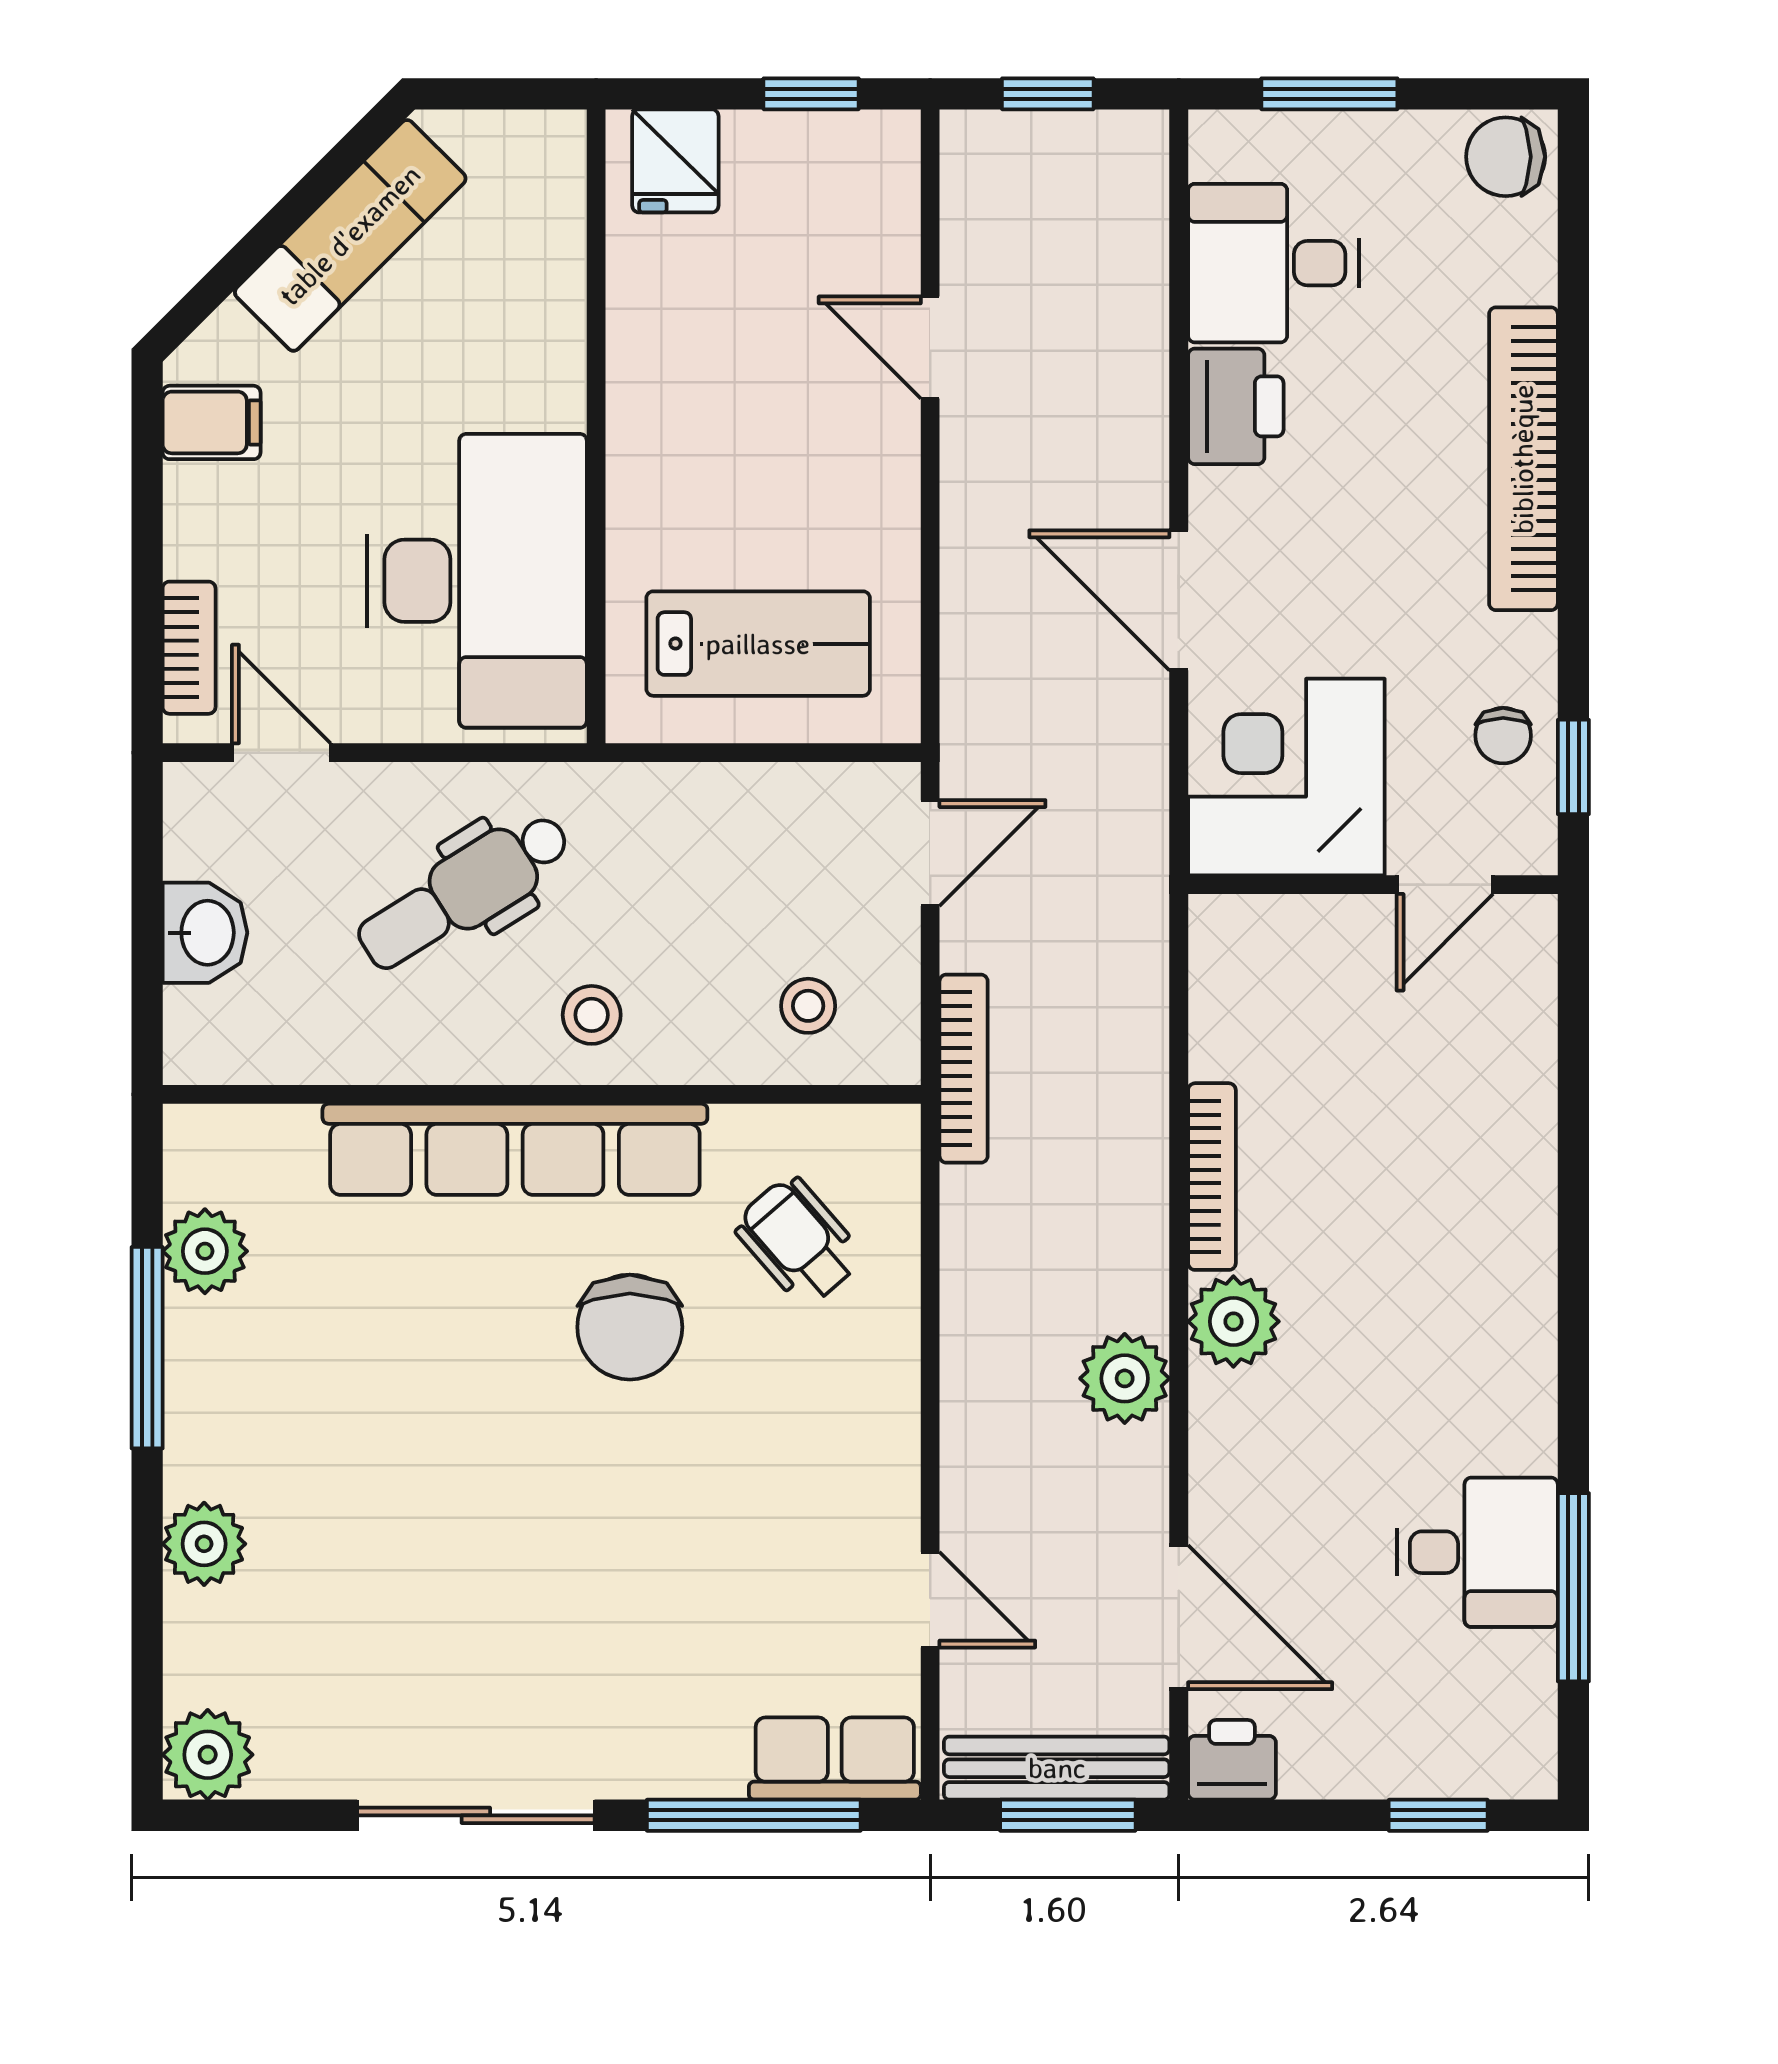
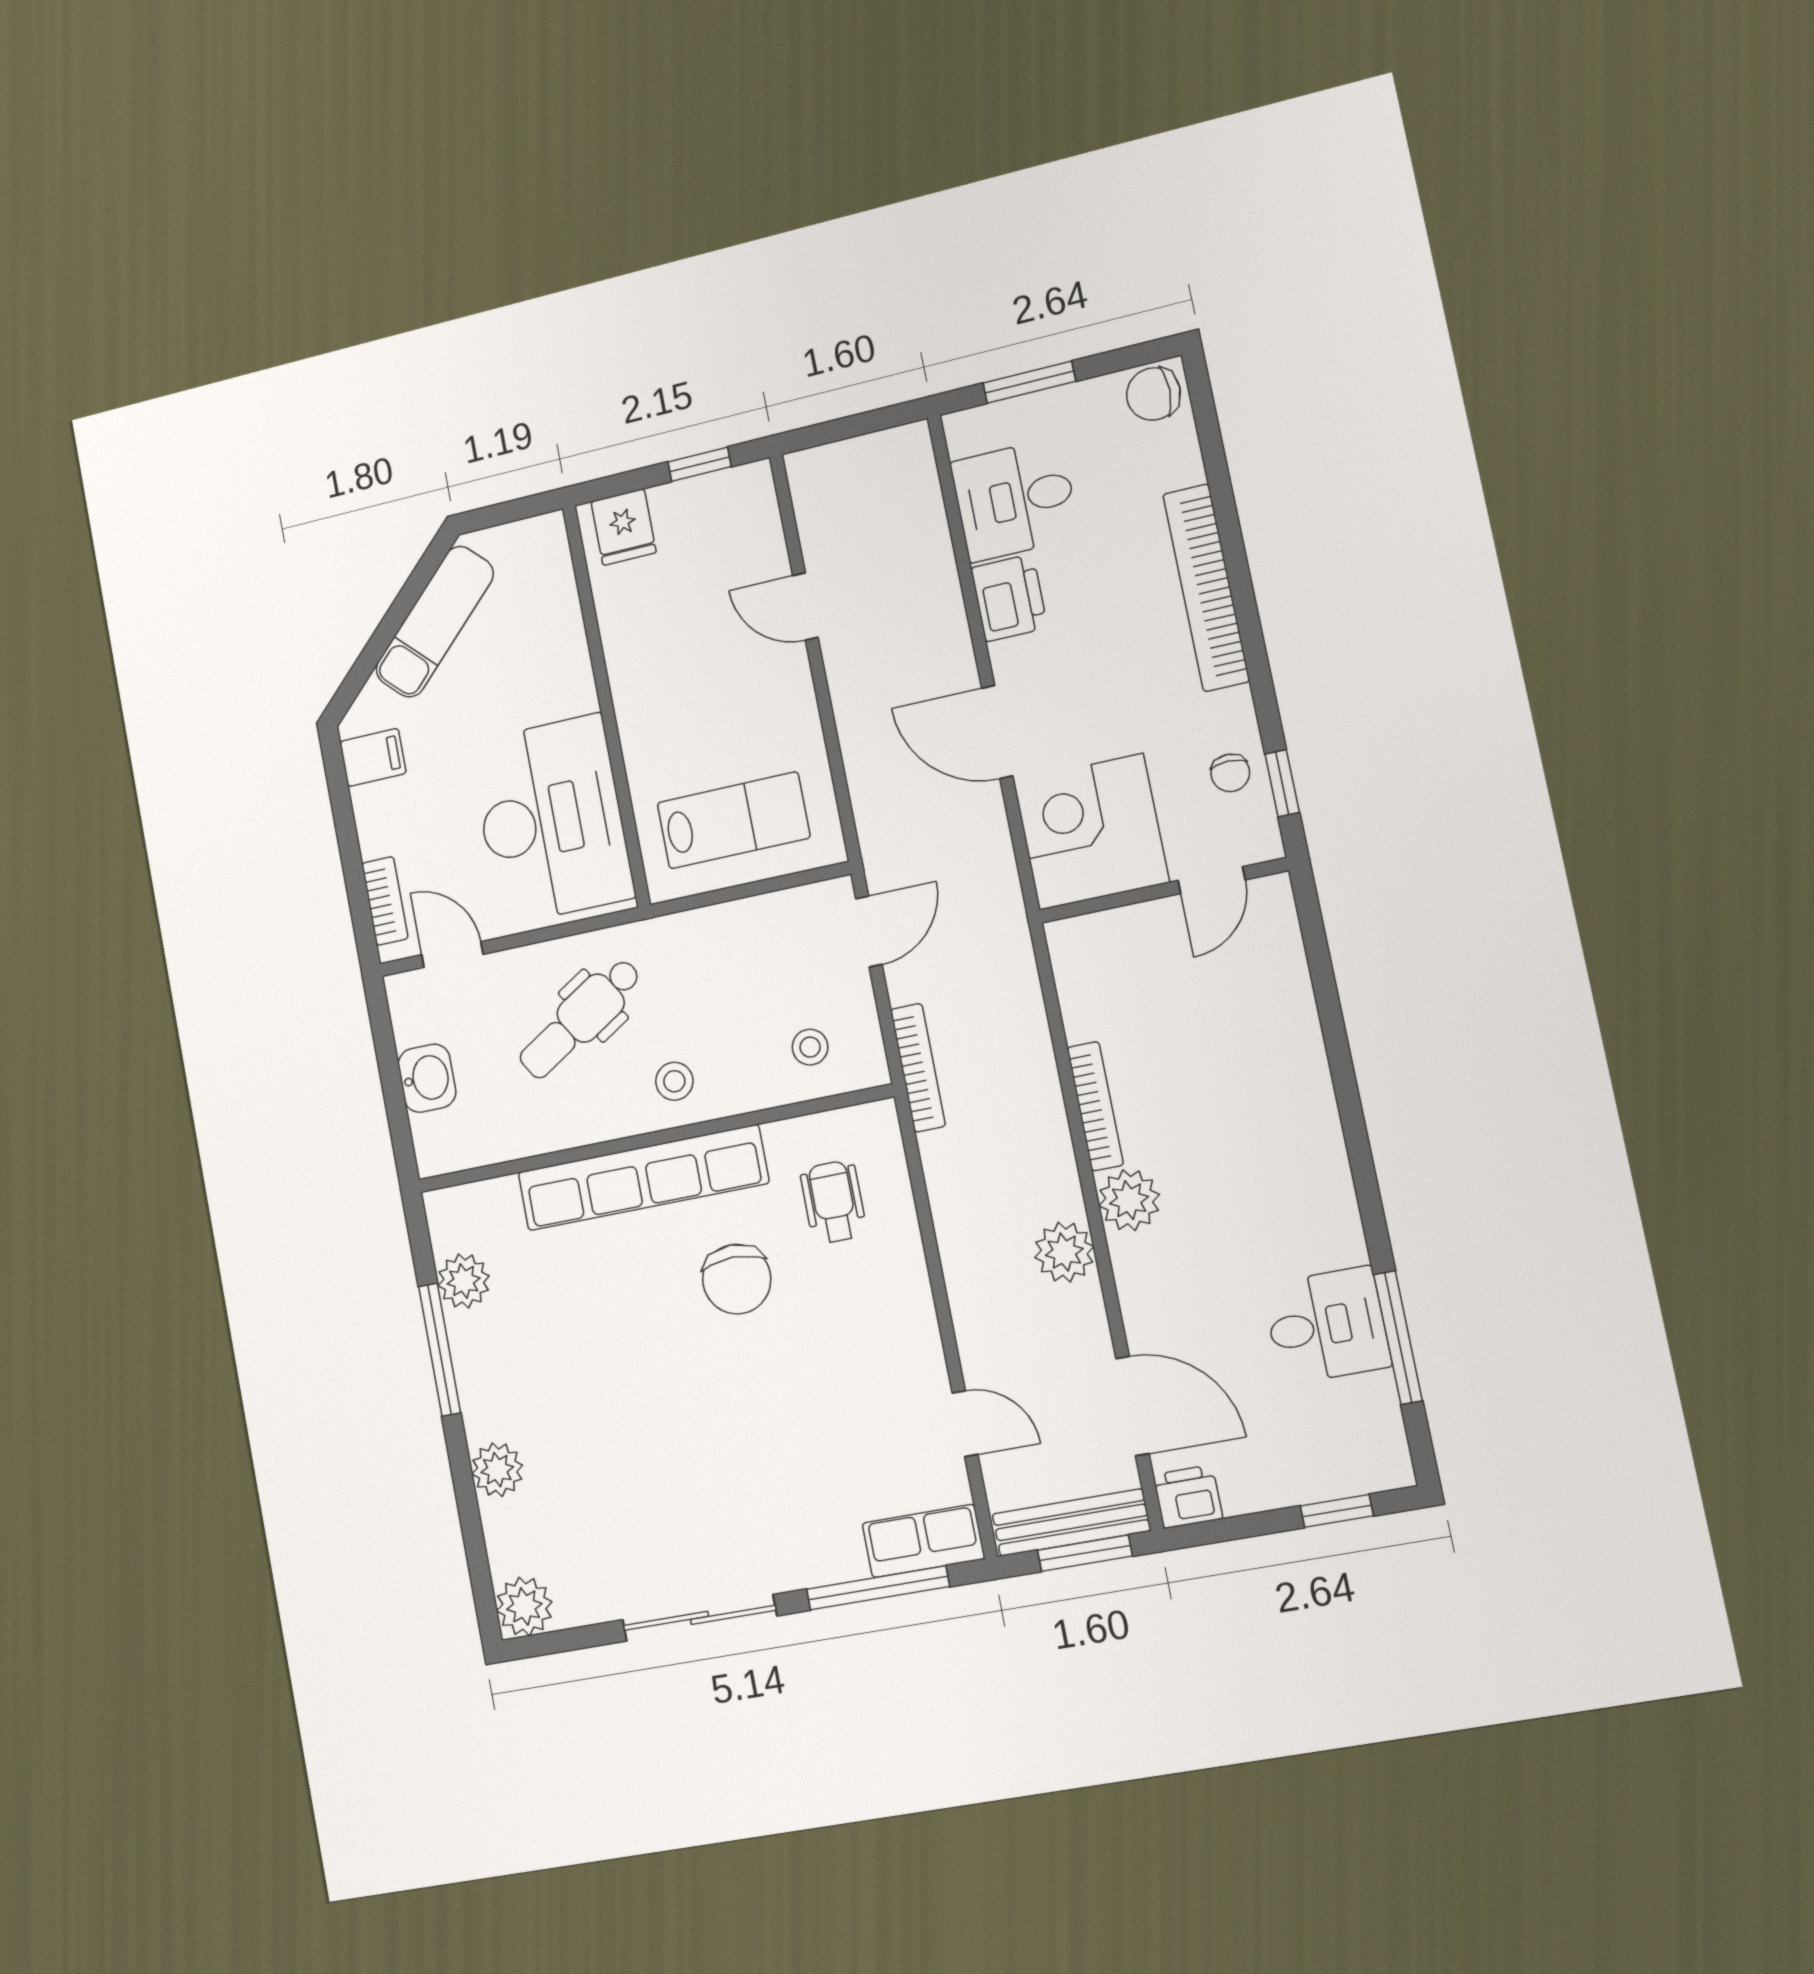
window: (1048, 94) -> (848, 427), removed
wheelchair: (798, 1241) -> (833, 1202), turned 41

